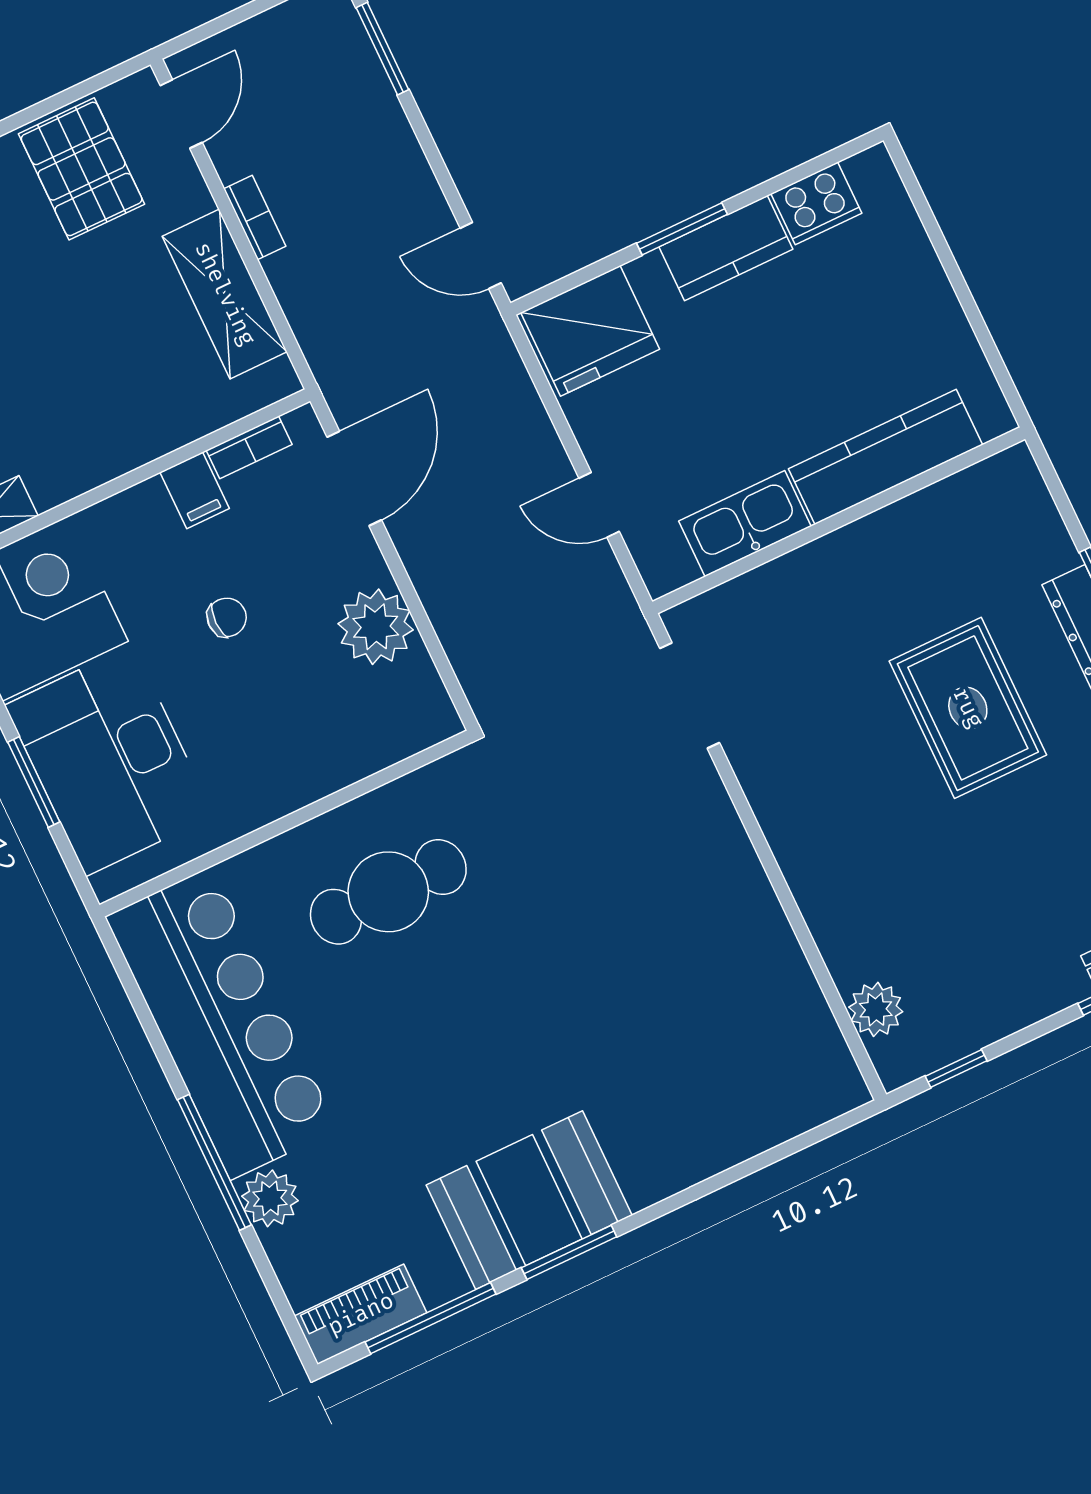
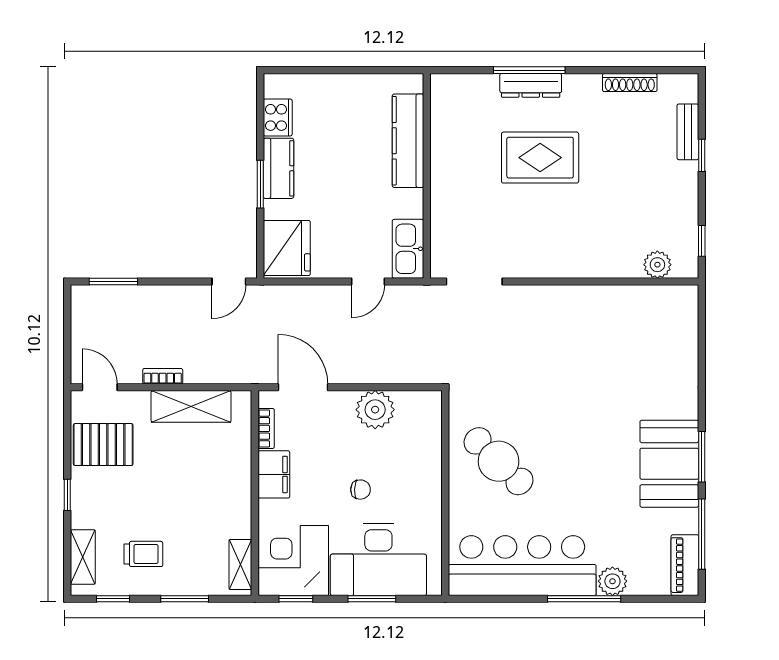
filing cabinet: (195, 490) -> (274, 474), width x2.00
kitchen sink: (745, 524) -> (408, 249), moved
chair: (227, 617) -> (361, 490), moved, turned 92
cafe table: (388, 892) -> (499, 461), turned -46

